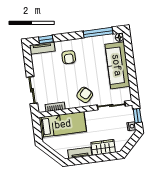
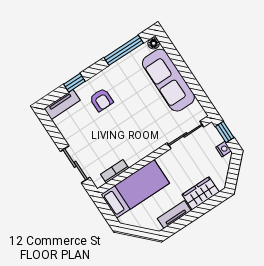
window: (46, 39) -> (74, 83), moved
armchair: (85, 95) -> (145, 138), removed

